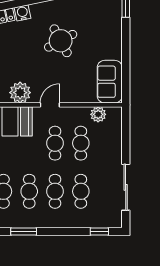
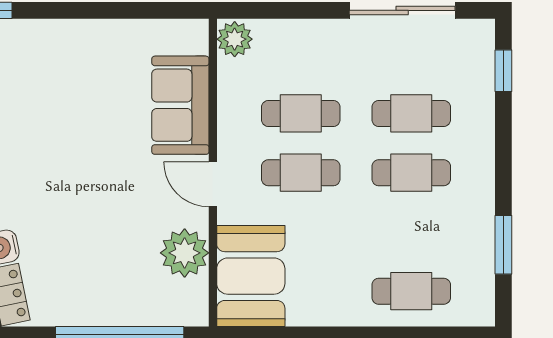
round table: (61, 41) -> (66, 160), removed
sofa: (110, 82) -> (180, 105), moved, turned 90
plant: (98, 114) -> (235, 39), moved
cafe table: (29, 191) -> (411, 232), removed

